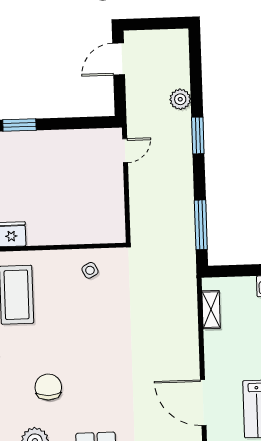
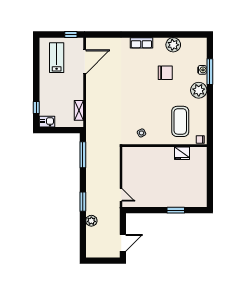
door: (125, 151) -> (121, 195), swing flipped
chair: (48, 387) -> (165, 73), turned -90
door: (203, 403) -> (85, 62), hinge flipped

